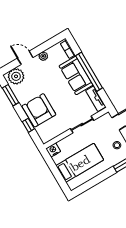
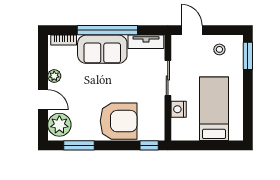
door: (25, 58) -> (43, 100), swing flipped
armchair: (39, 110) -> (119, 121), turned 180
window: (28, 125) -> (149, 145), moved
nightstand: (53, 150) -> (179, 109), moved

